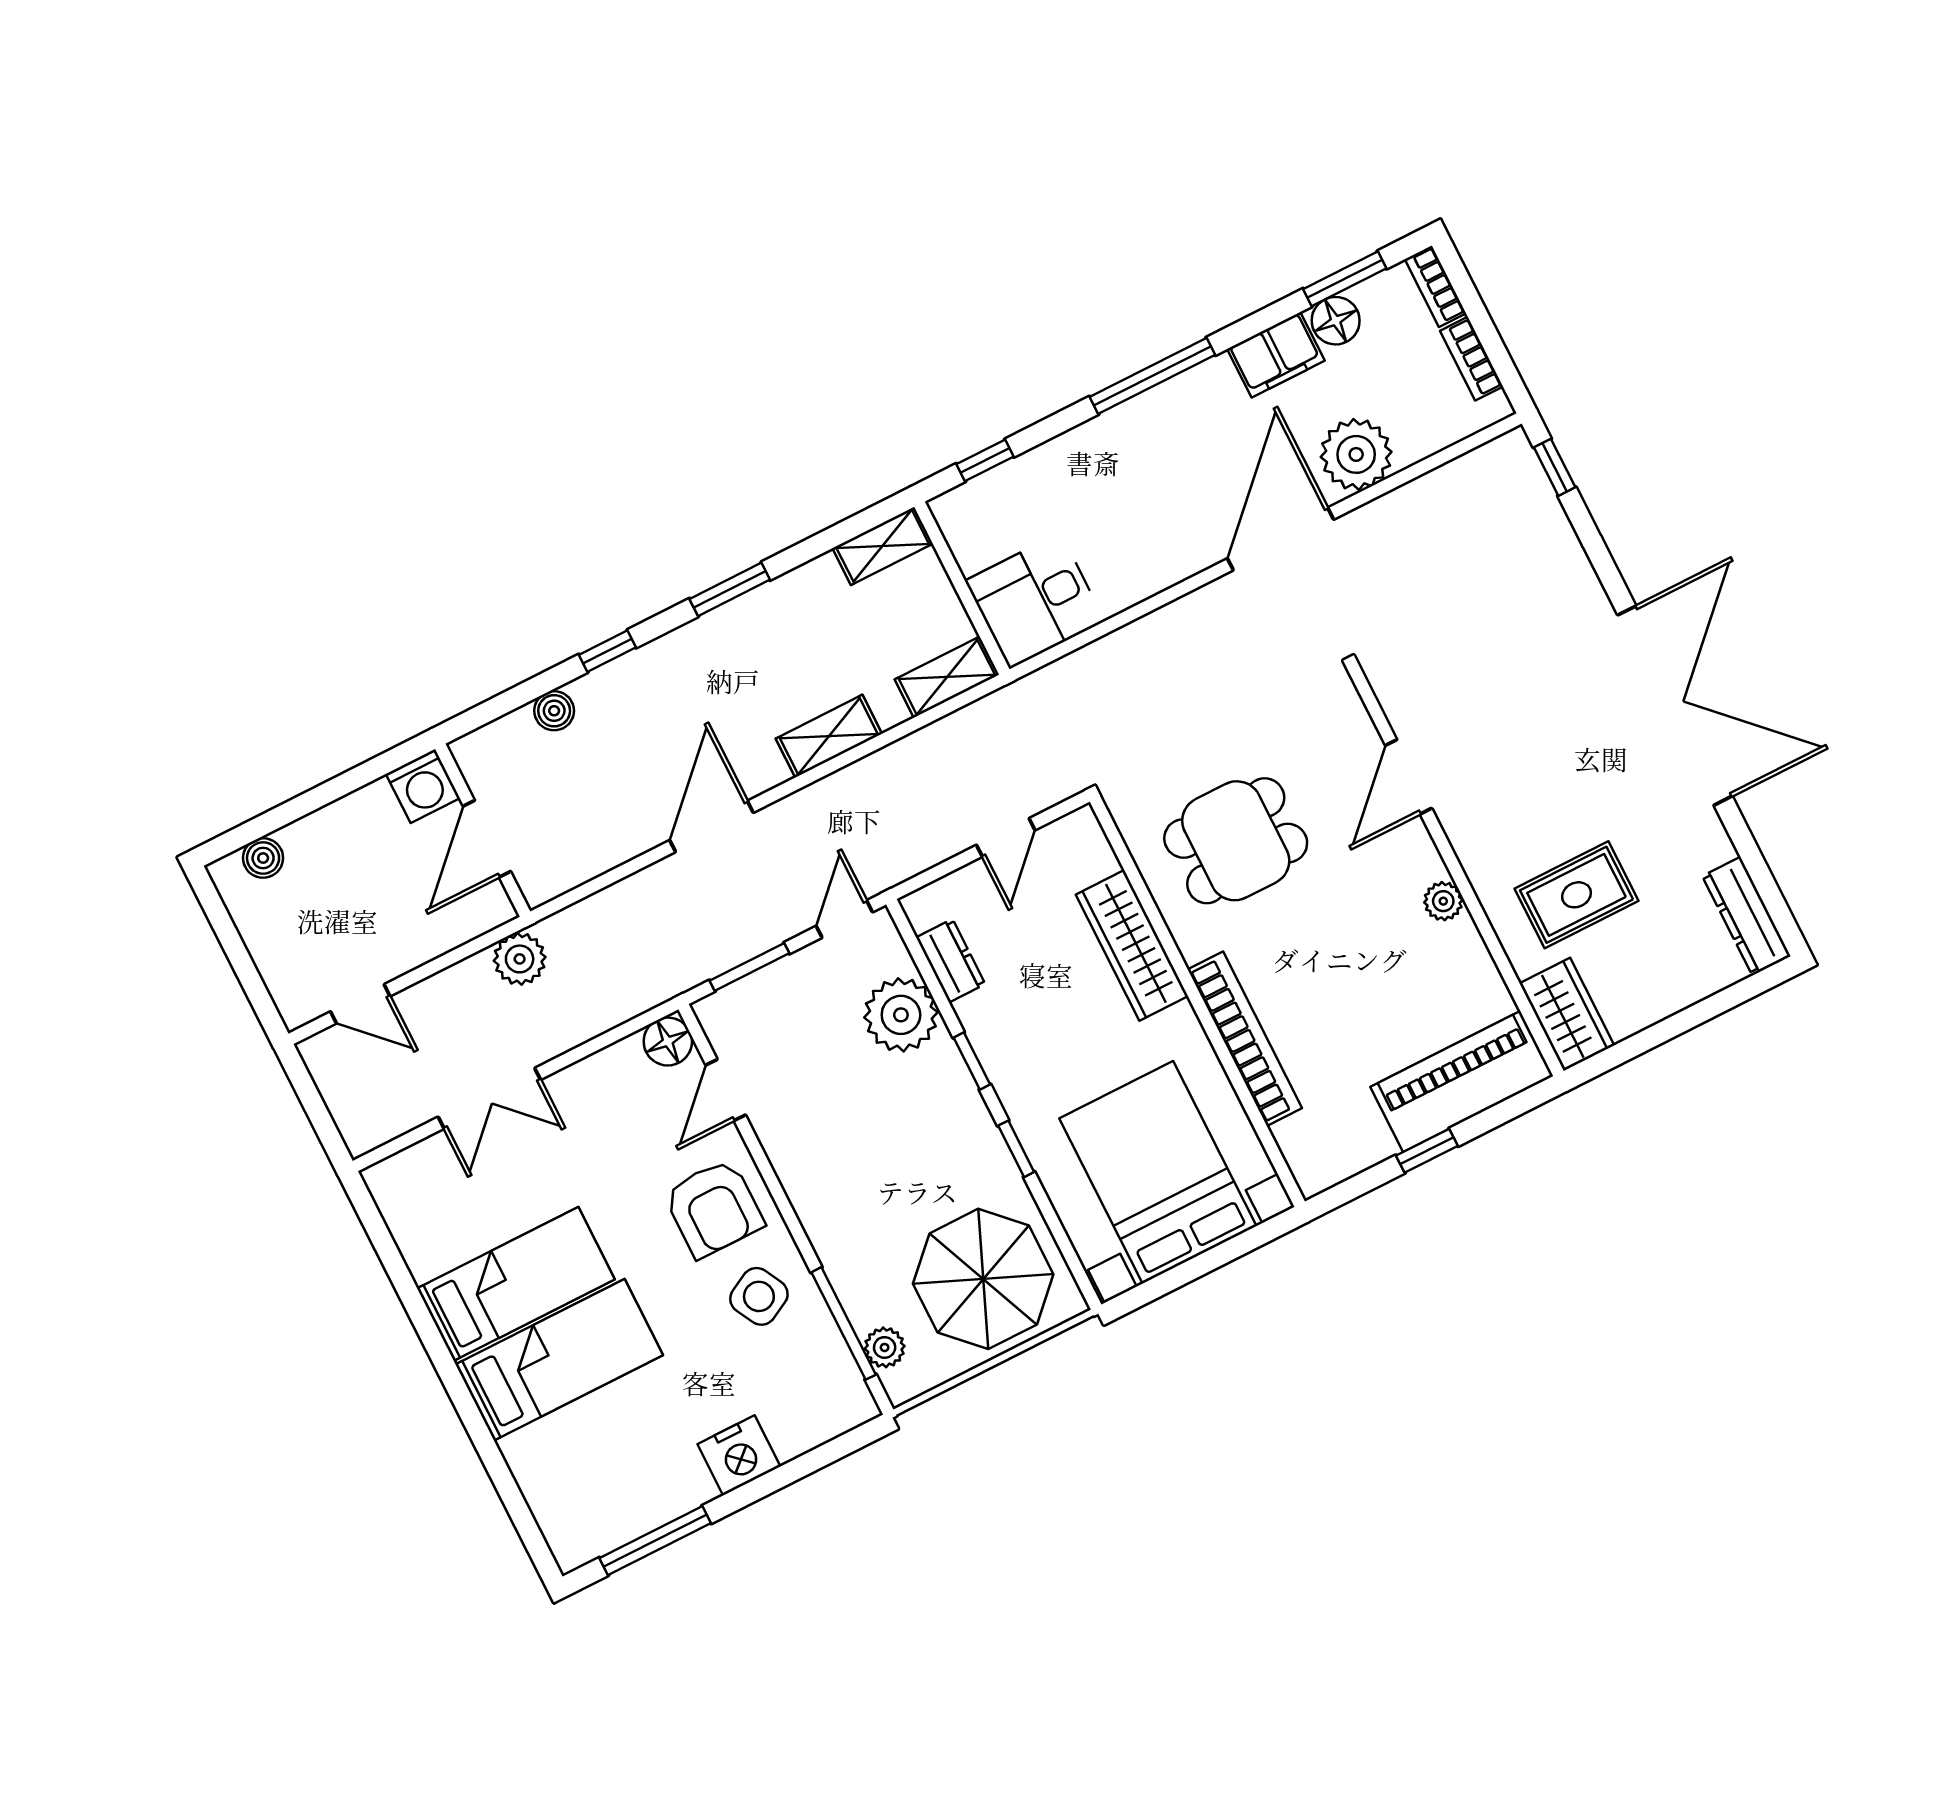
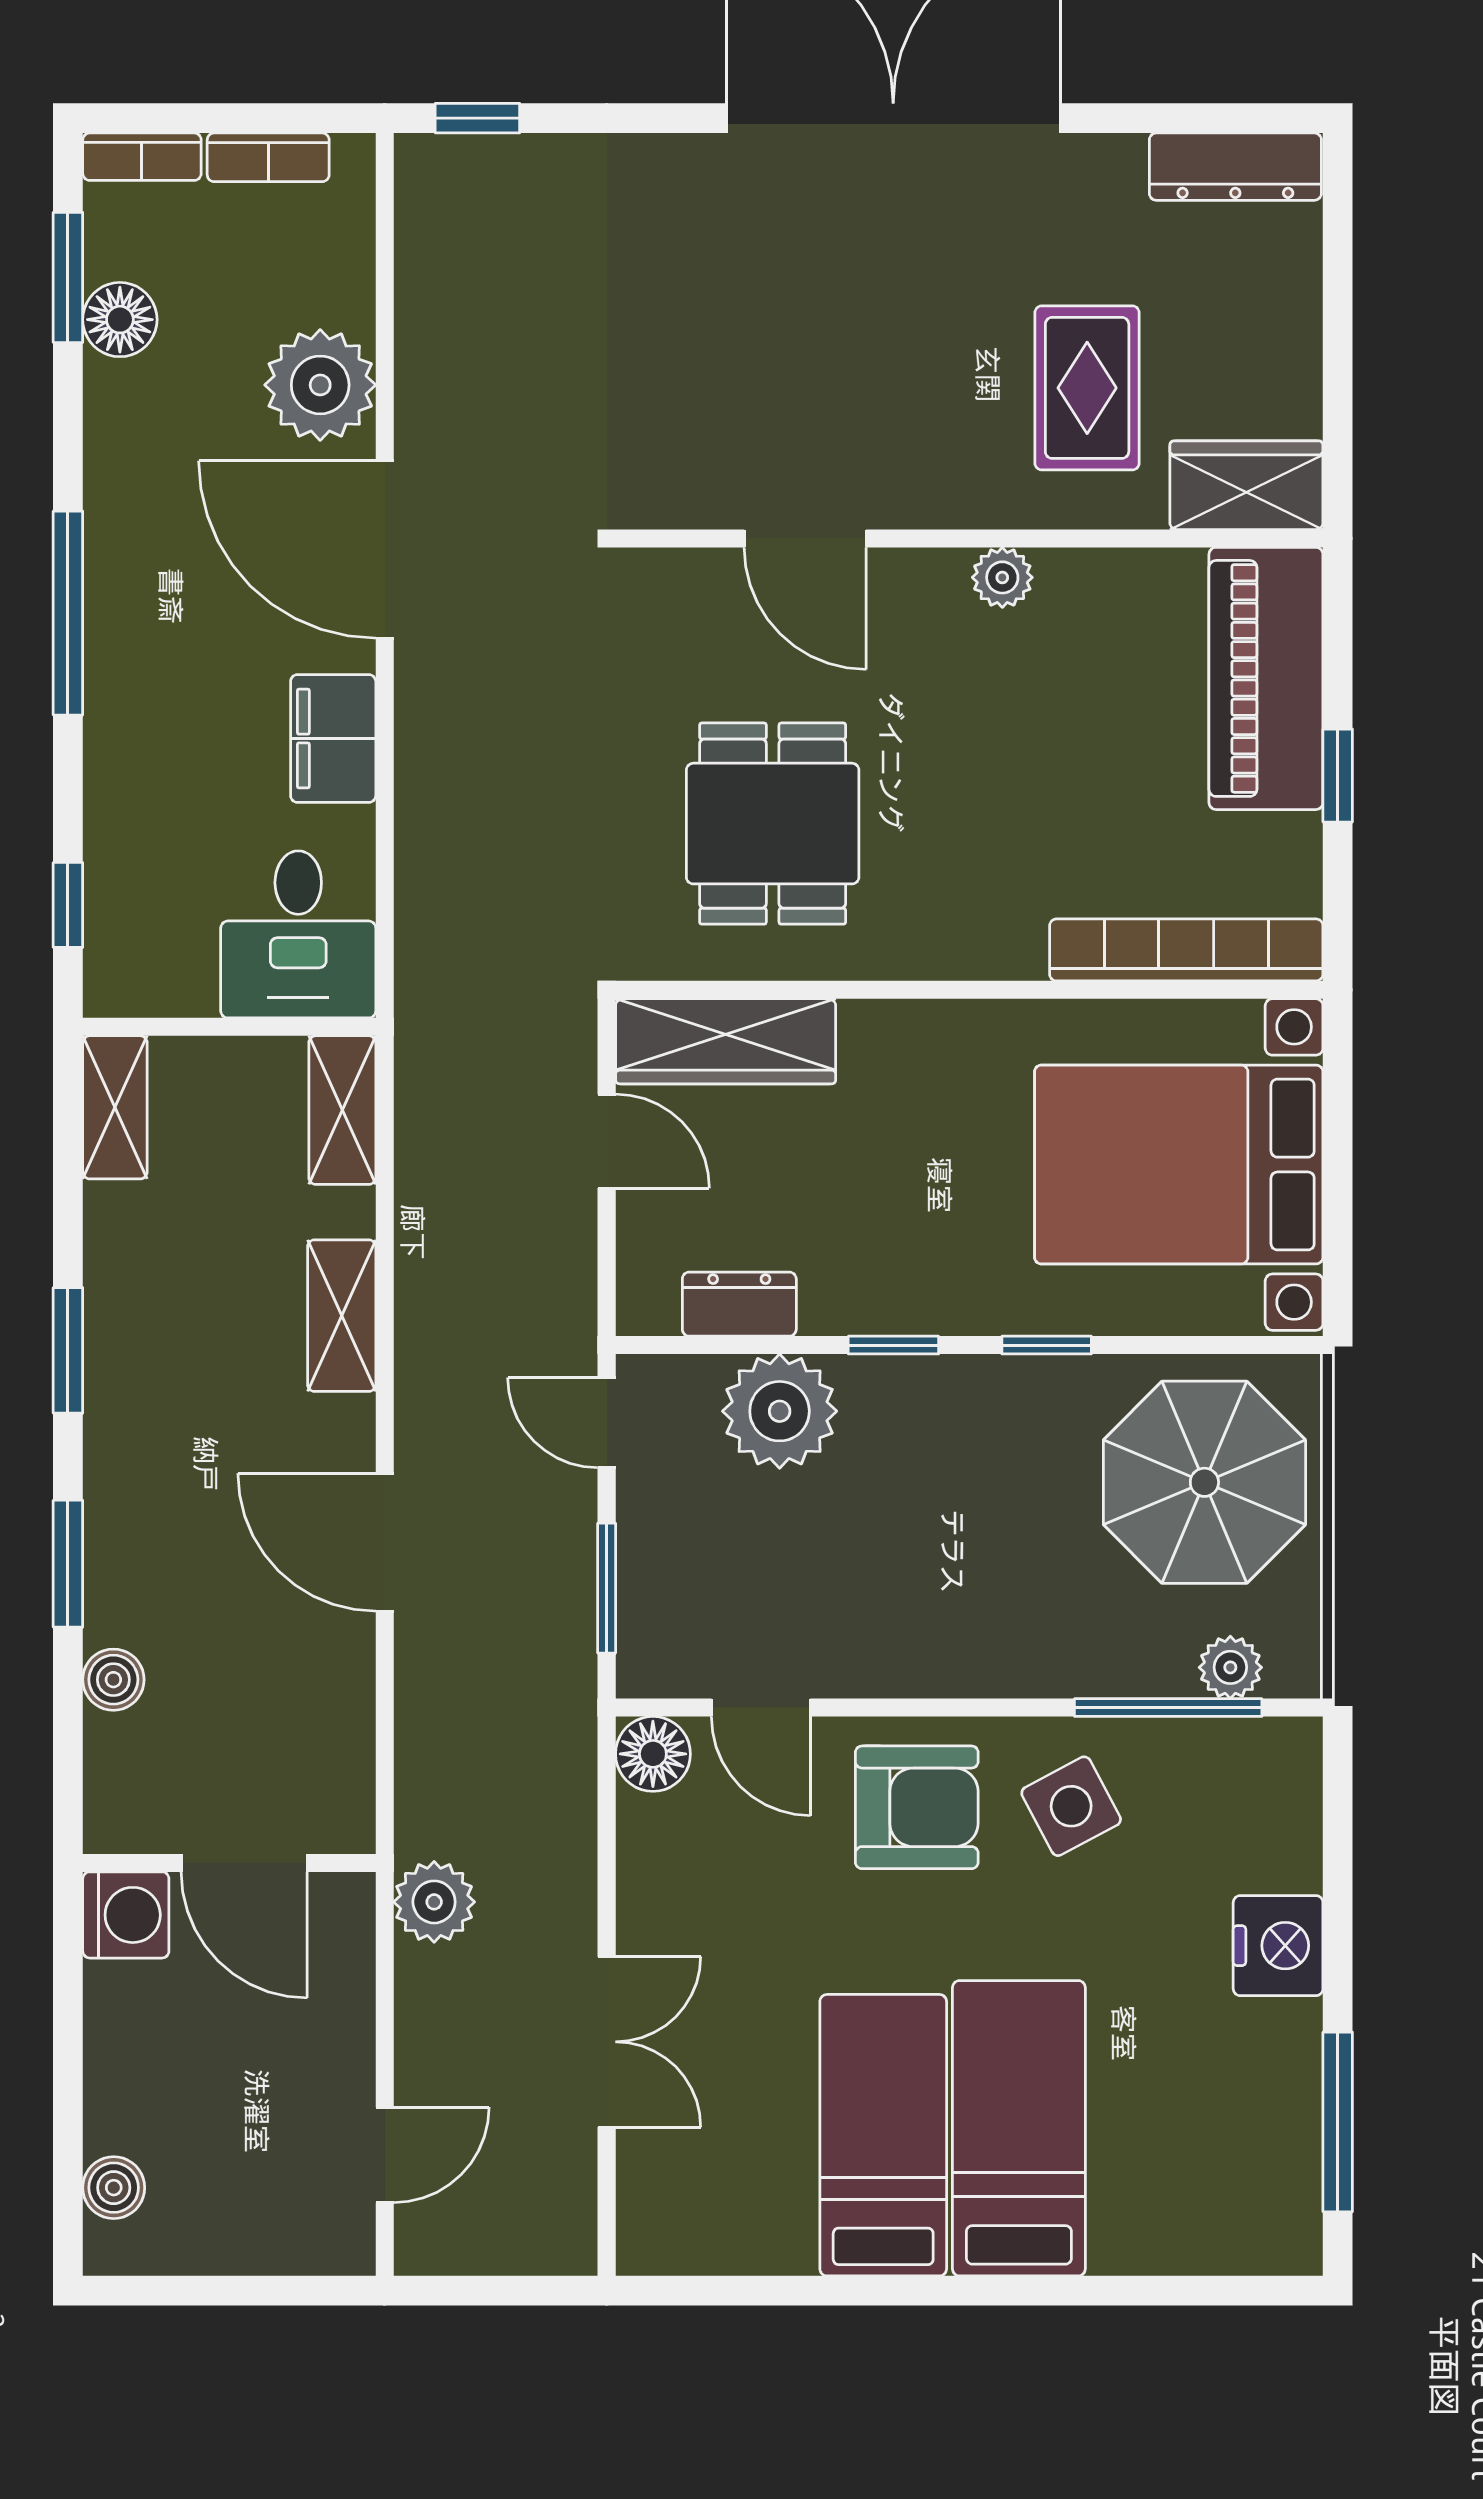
filing cabinet: (1276, 355) -> (333, 739), moved, turned 180
window: (607, 651) -> (68, 1564), width x1.50
wardrobe: (1132, 945) -> (726, 1041), moved
bookcase: (1245, 1039) -> (1186, 950), moved

